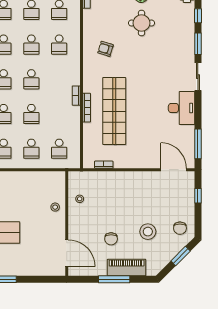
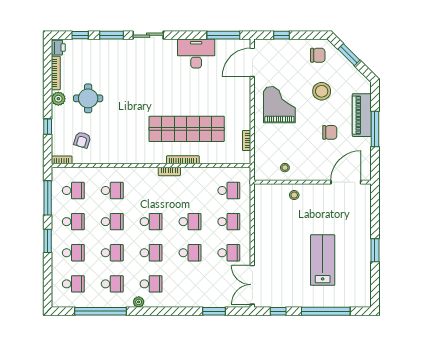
armchair: (105, 49) -> (82, 140), moved
desk: (182, 108) -> (196, 54), moved
grand piano: (136, 194) -> (279, 105), added

